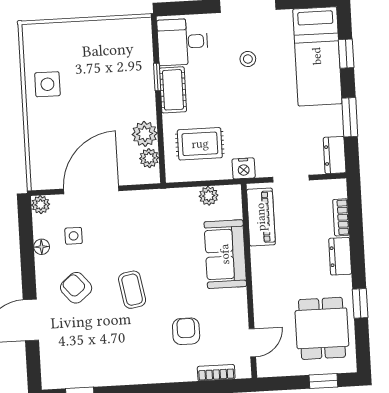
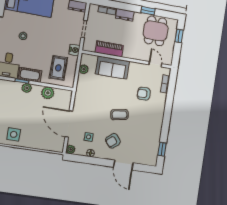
plant: (149, 158) -> (27, 88), moved
piano: (261, 217) -> (109, 49), moved
dining table: (322, 328) -> (156, 31), turned 90

